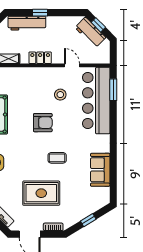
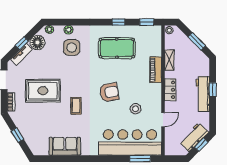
workbench: (27, 23) -> (203, 94), moved
piano: (19, 73) -> (156, 70), added
armchair: (43, 123) -> (109, 92), turned -100
rug: (41, 193) -> (43, 91), turned 90

